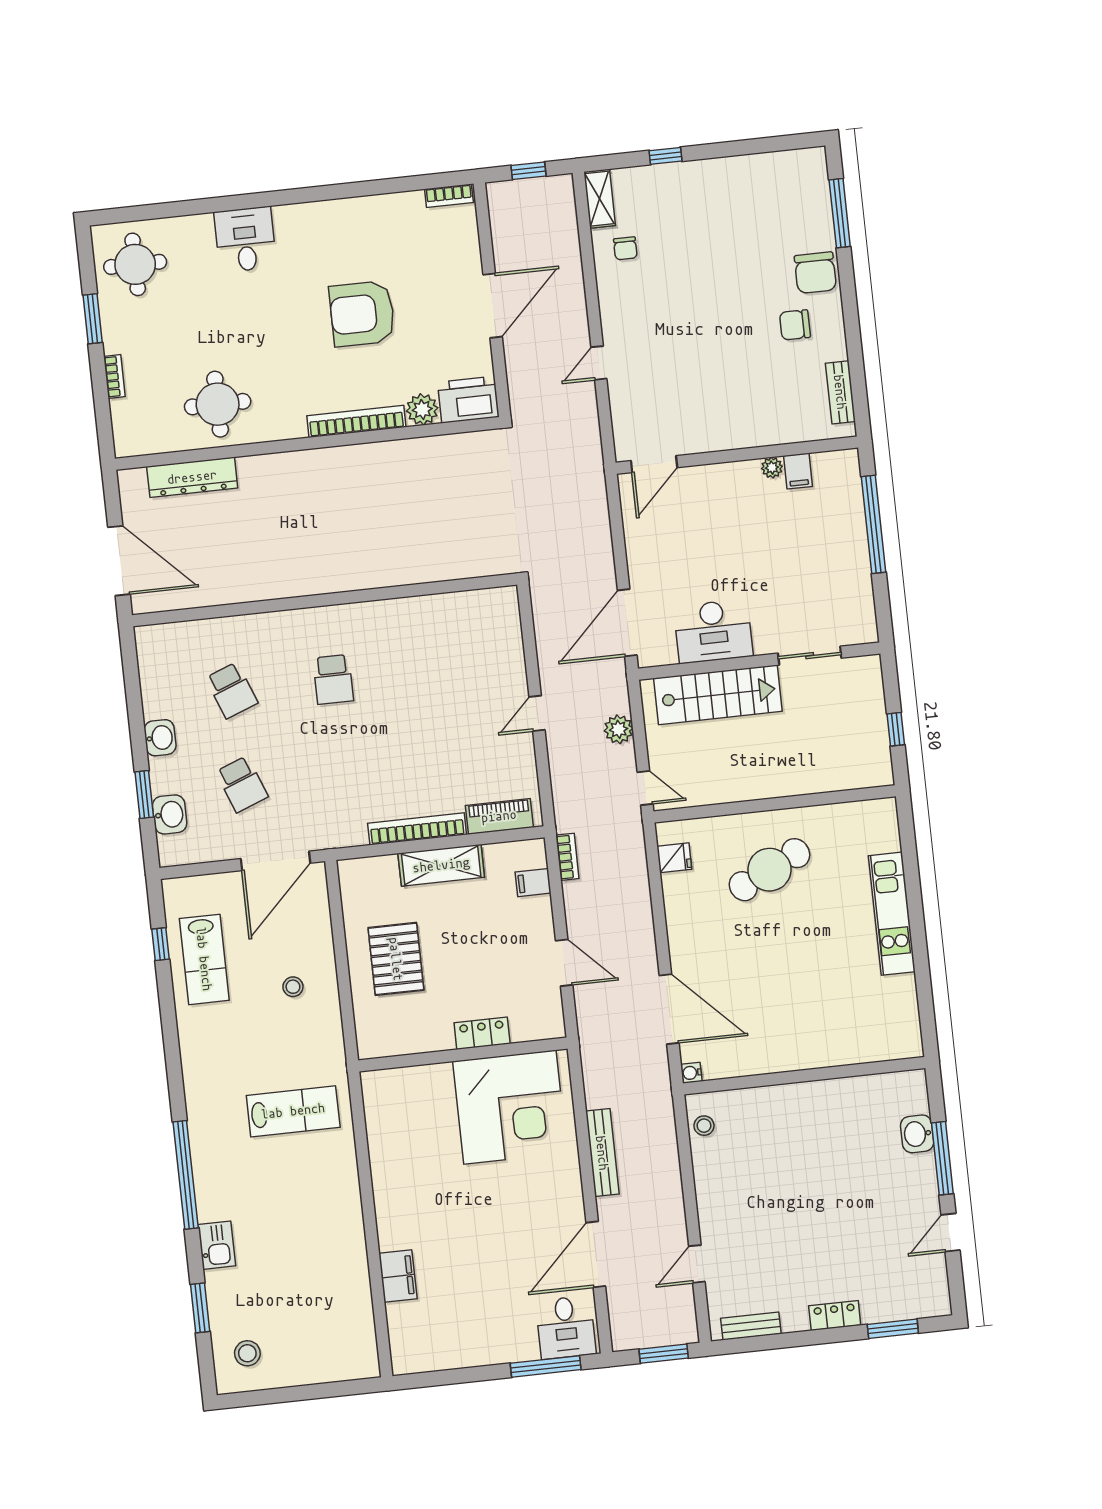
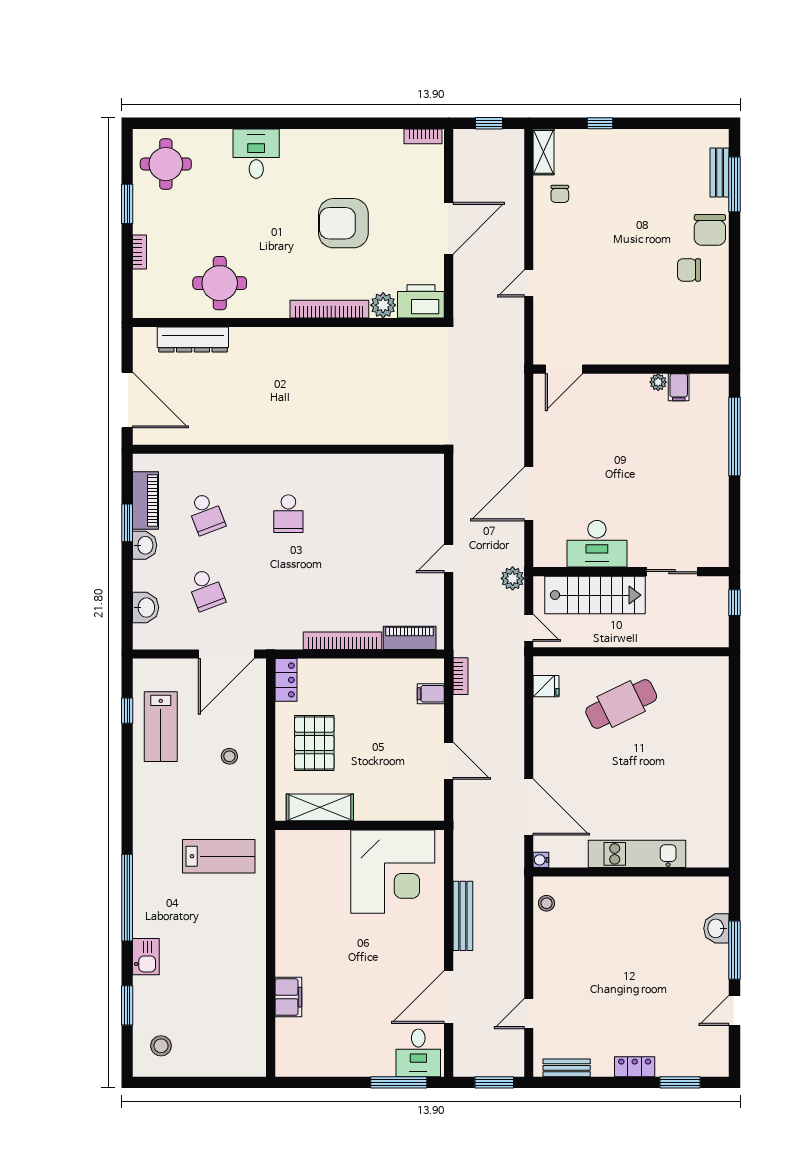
bench: (840, 392) -> (720, 173), moved
desk: (713, 631) -> (597, 544), moved
sliding door: (810, 656) -> (672, 572), moved
wall: (759, 661) -> (631, 572), moved
piano: (155, 682) -> (146, 500), added
stairs: (718, 695) -> (595, 595), moved
window: (144, 794) -> (127, 523), moved
shelving: (441, 865) -> (320, 807), moved
kitchen unit: (892, 914) -> (637, 854), moved, turned 90
locker: (482, 1033) -> (286, 680), moved, turned 90

